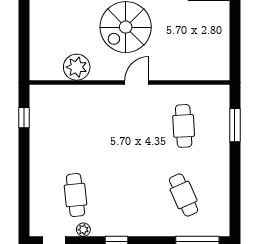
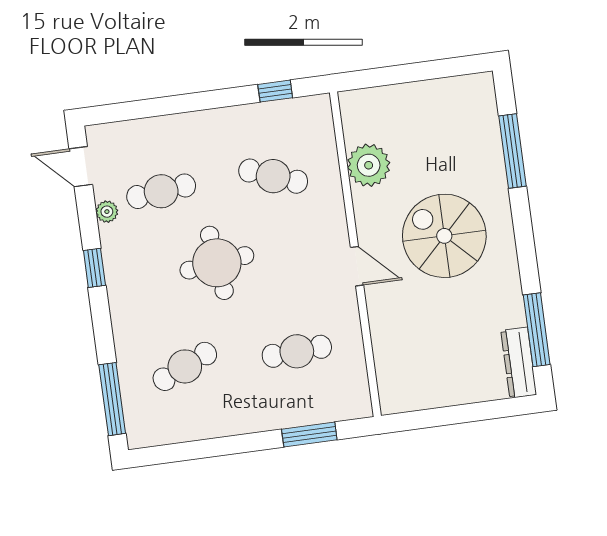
cafe table: (75, 126) -> (273, 176), added
round table: (123, 167) -> (217, 263), added

